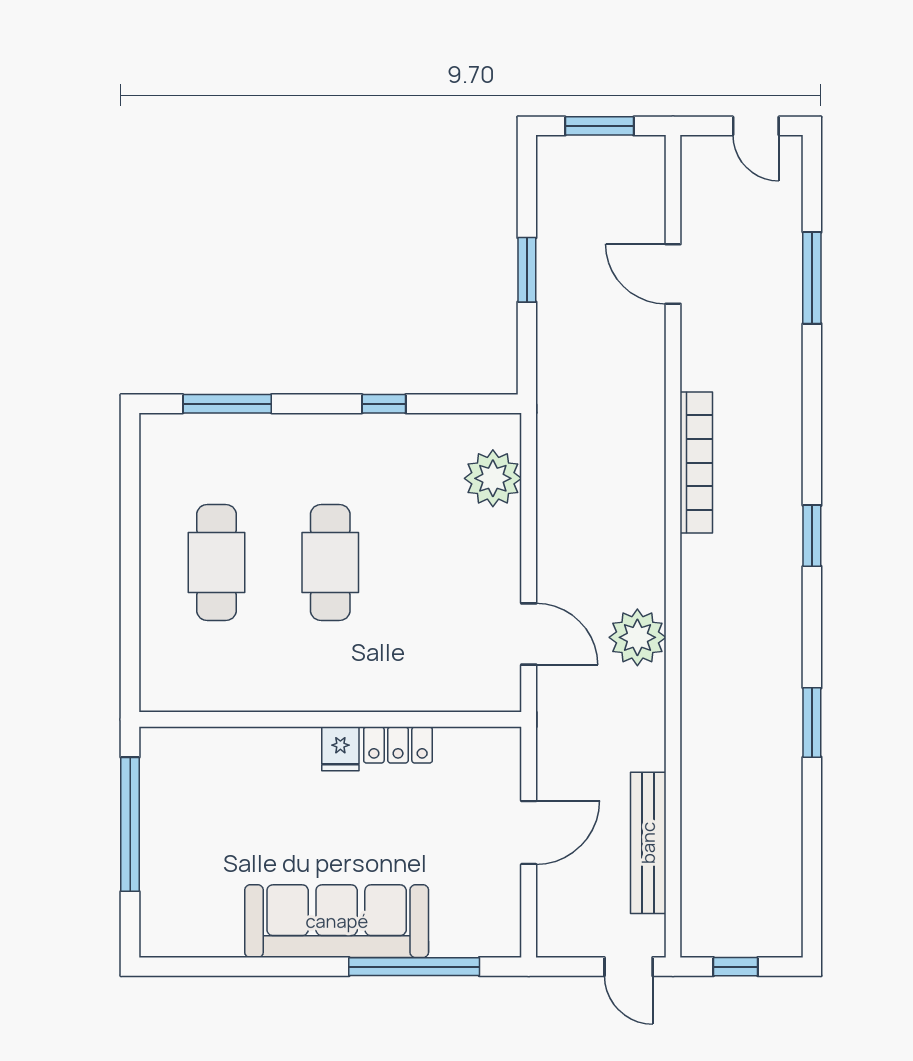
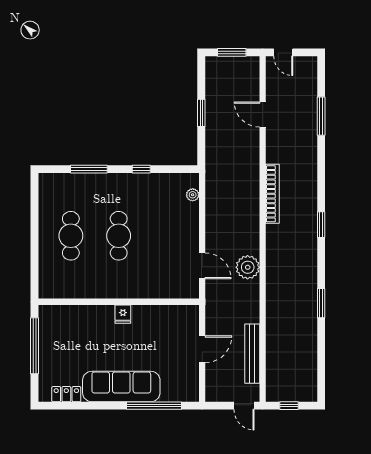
door: (756, 126) -> (283, 52), moved
window: (227, 404) -> (89, 169), moved
plant: (493, 478) -> (193, 195), width x0.53, depth x0.53
locker: (398, 745) -> (66, 394), moved, turned 180

